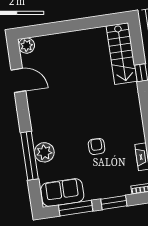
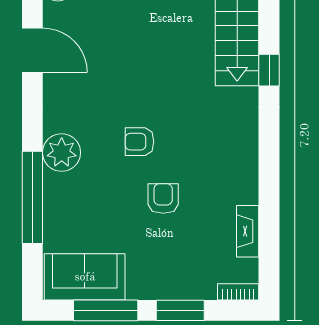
armchair: (80, 119) -> (139, 142), added
plant: (44, 152) -> (62, 153), moved

